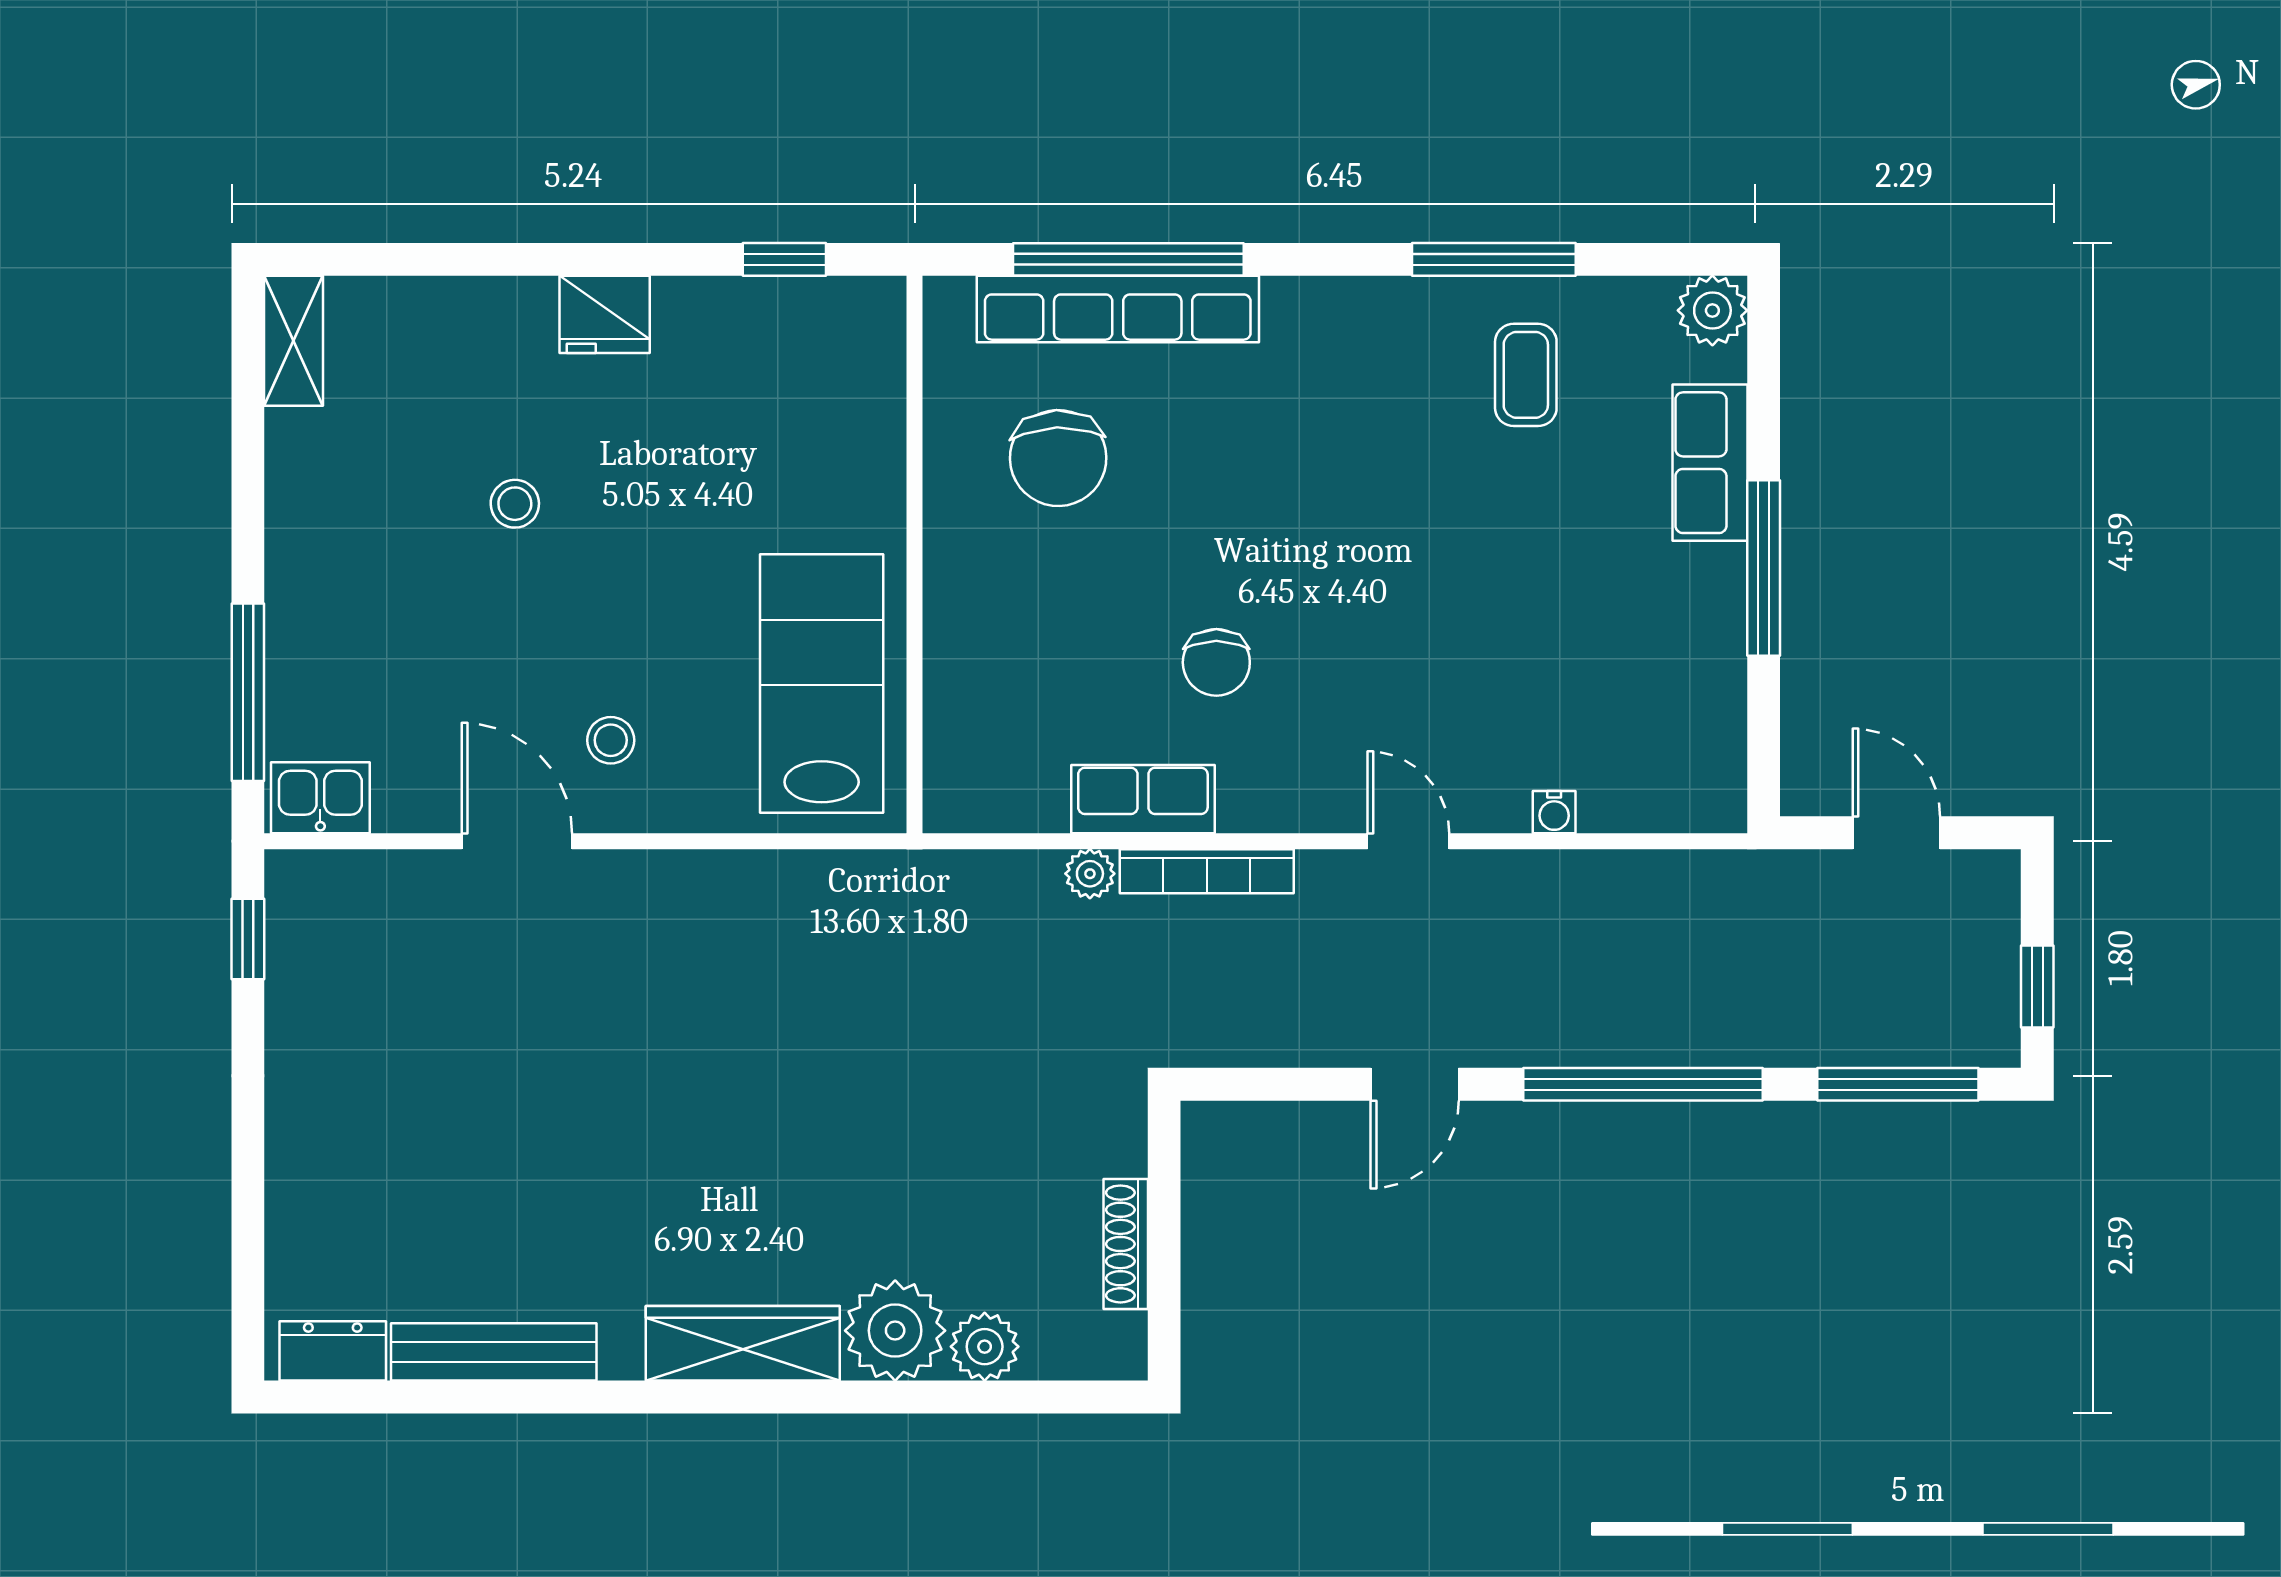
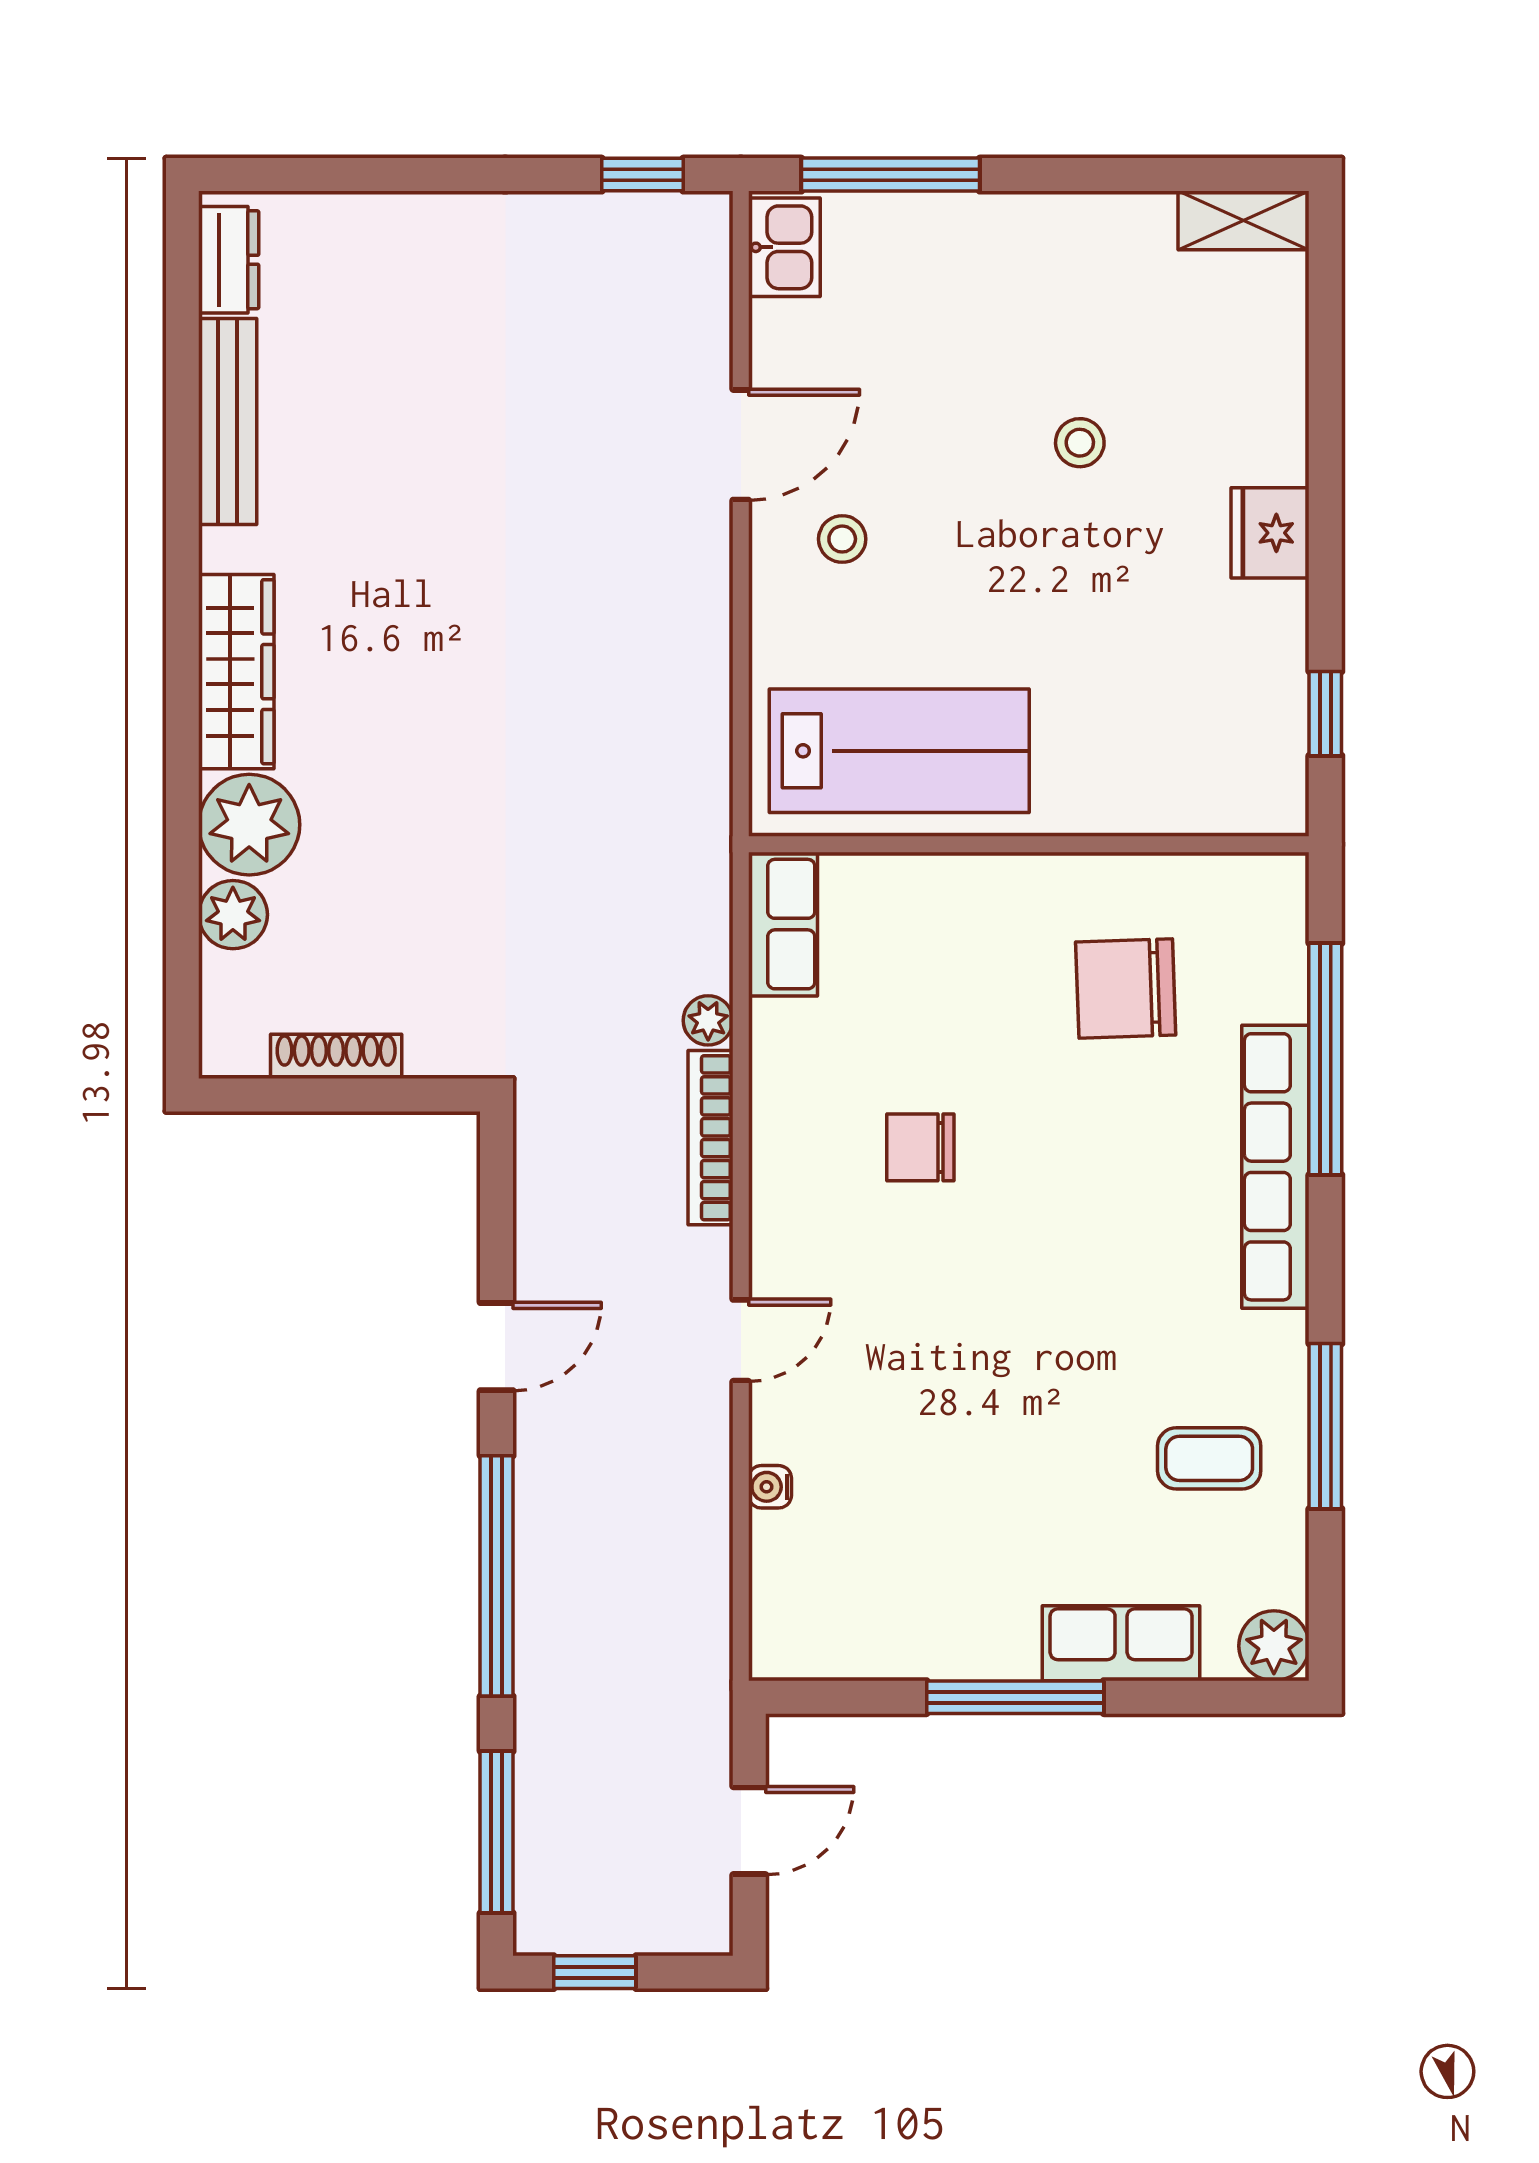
row of seats: (1118, 309) -> (1275, 1167), moved
row of seats: (1143, 799) -> (783, 924), moved
door: (1415, 1084) -> (497, 1347), swing flipped

